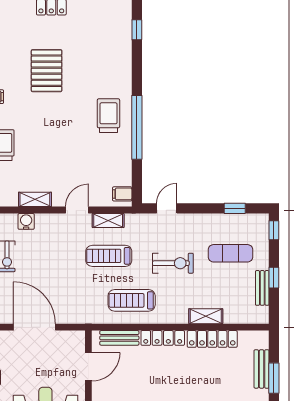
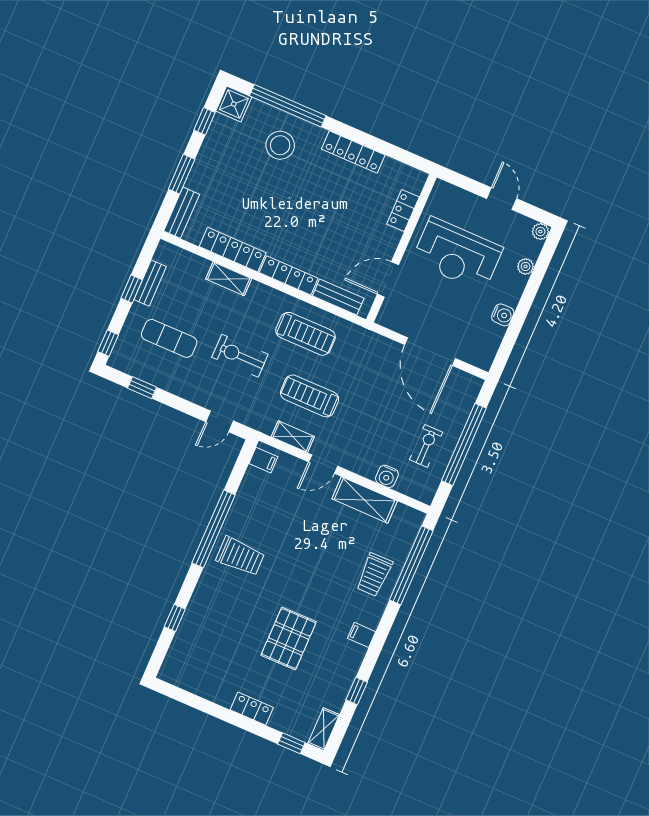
window: (137, 30) -> (175, 618), moved
trolley: (108, 116) -> (240, 556), turned -90
shelving: (35, 199) -> (365, 500), width x1.50, depth x1.33
treadmill: (109, 256) -> (310, 396), turned 180
bench: (262, 369) -> (182, 213), moved

